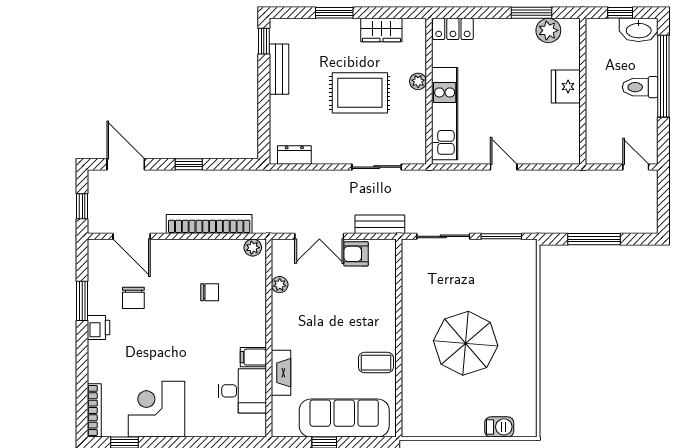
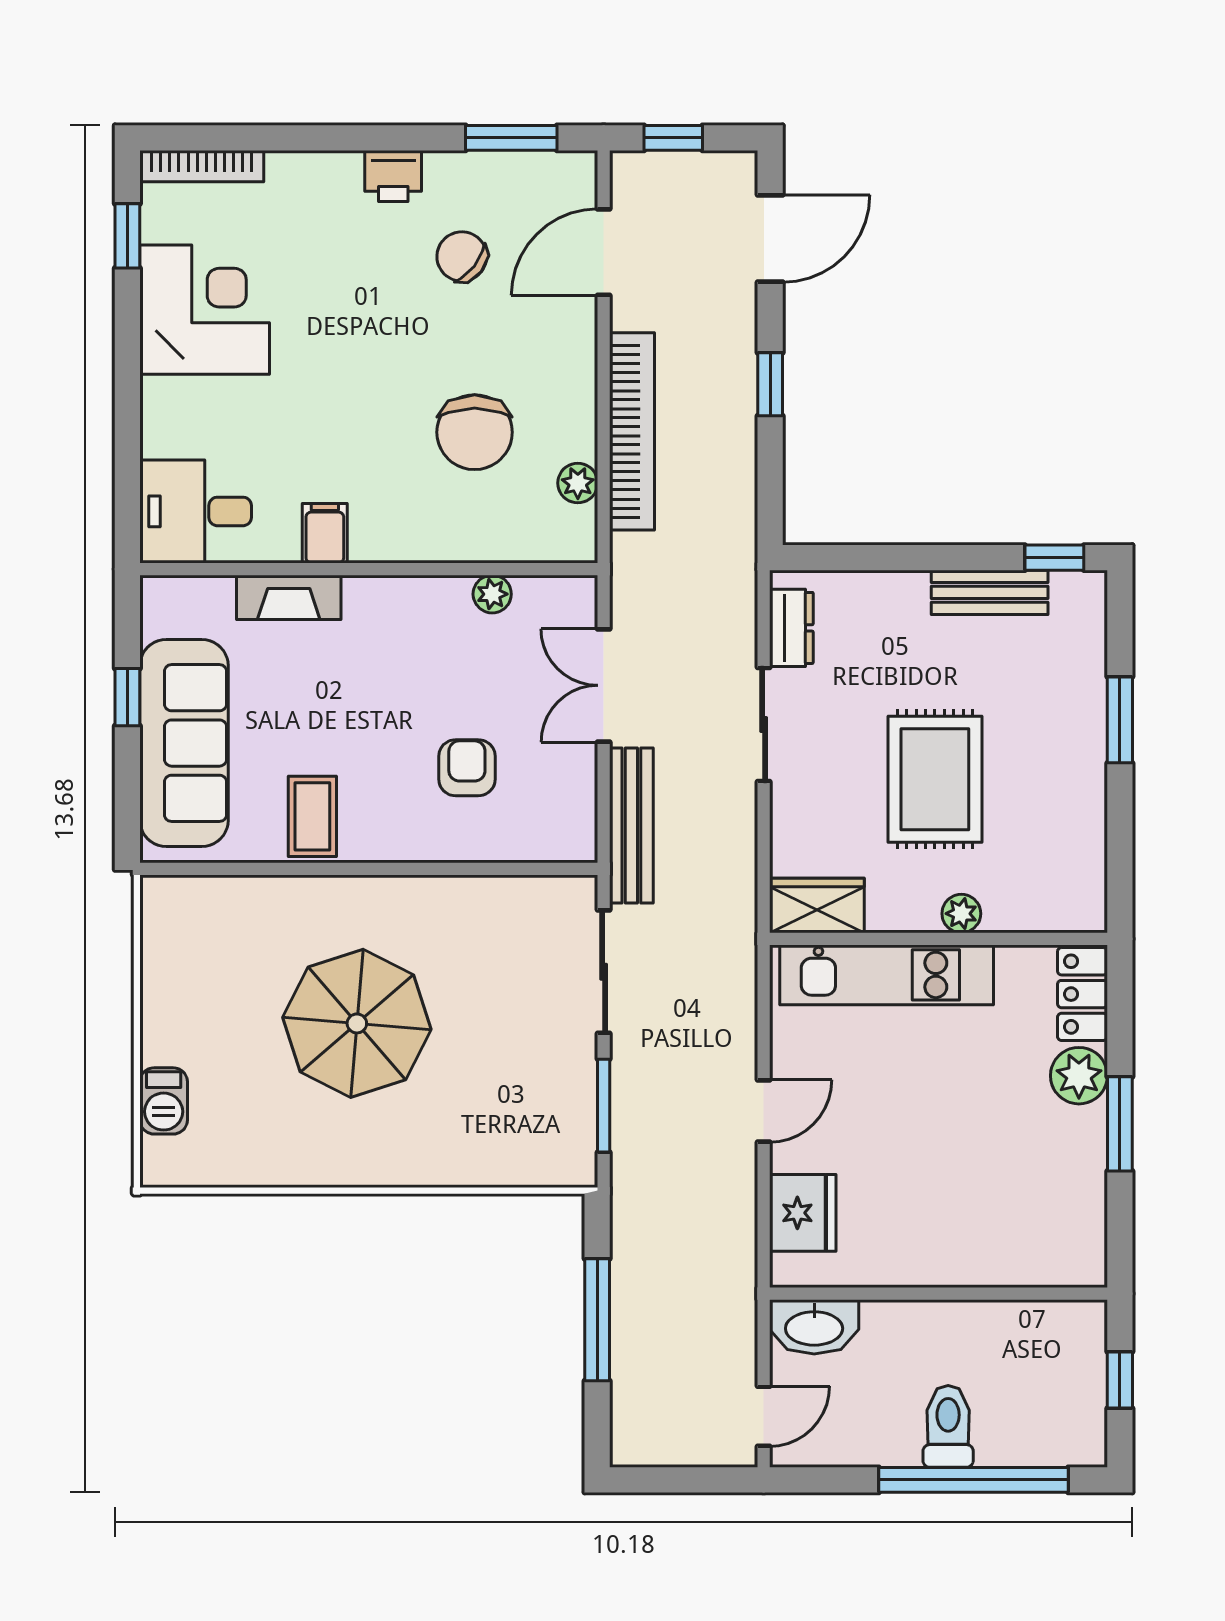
window: (531, 13) -> (1120, 1124), moved
wardrobe: (381, 30) -> (817, 905), moved, turned 90
plant: (548, 30) -> (1079, 1076), moved
washbasin: (639, 30) -> (814, 1327), moved, turned -90
fridge: (566, 87) -> (803, 1213), moved, turned 90
sliding door: (377, 167) -> (764, 725), moved
bench: (380, 224) -> (631, 825), width x1.36
plant: (253, 248) -> (578, 483), moved
armchair: (356, 254) -> (467, 768), moved
chair: (210, 292) -> (475, 432), width x1.87, depth x1.87
chair: (133, 298) -> (462, 256), turned 38
window: (82, 301) -> (511, 138), moved
desk: (242, 391) -> (196, 511), moved, turned 90

